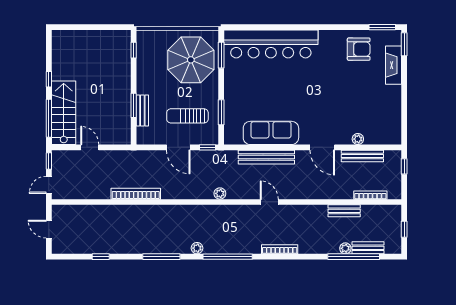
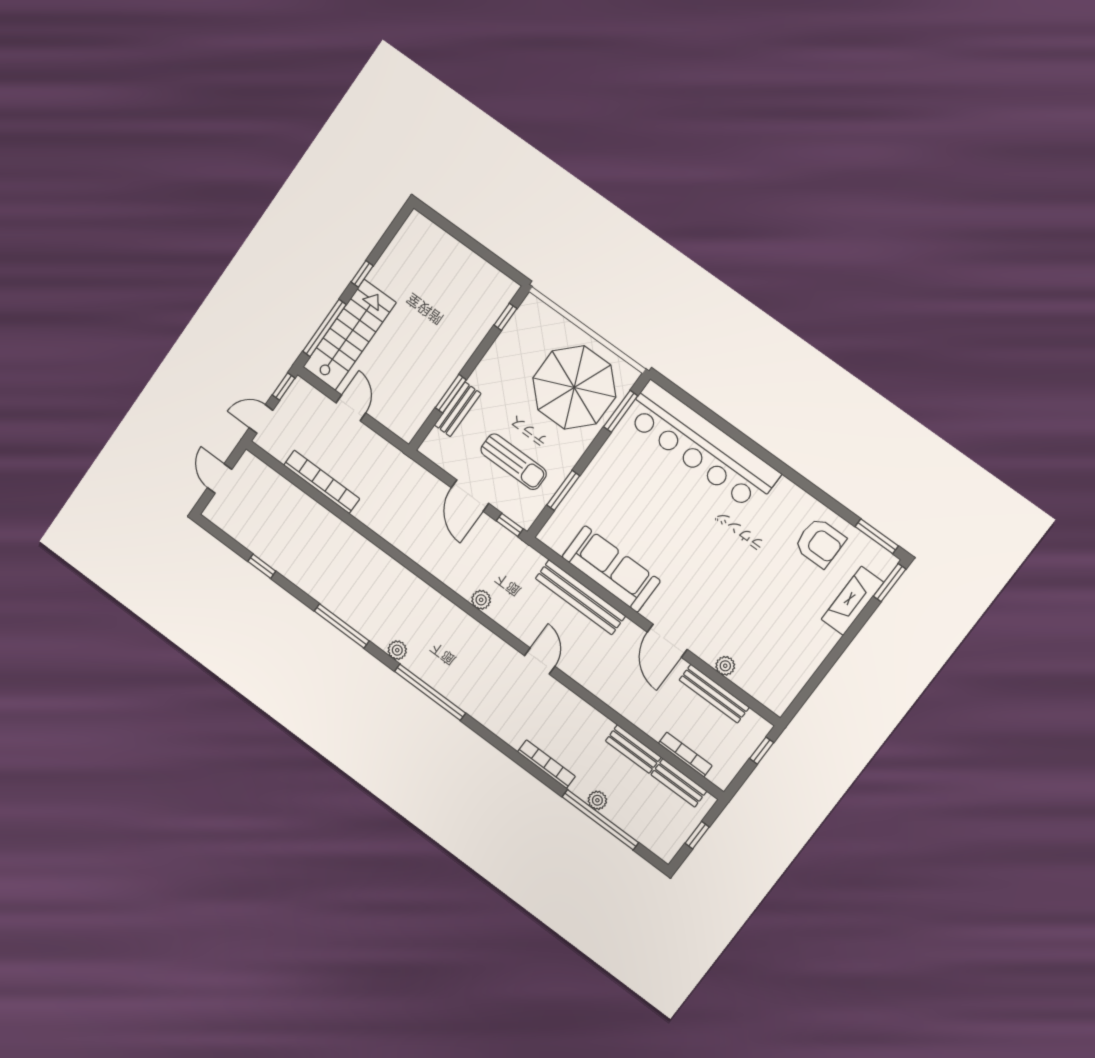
sun lounger: (187, 116) -> (514, 462), turned 180
bookcase: (136, 194) -> (322, 482), moved
bench: (368, 248) -> (679, 783), moved
bookcase: (280, 249) -> (546, 764), moved

